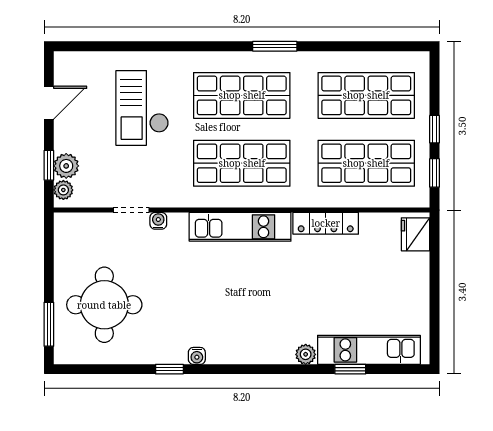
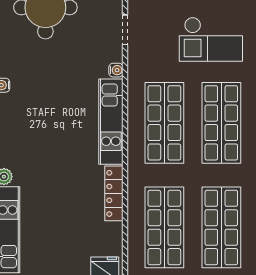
checkout: (142, 108) -> (211, 39), turned 180
water cooler: (158, 221) -> (116, 70), moved

